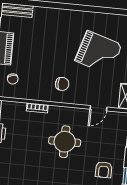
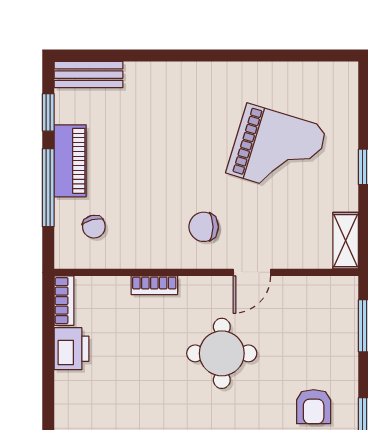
chair: (62, 84) -> (204, 227), turned 180
door: (98, 108) -> (252, 272), moved

